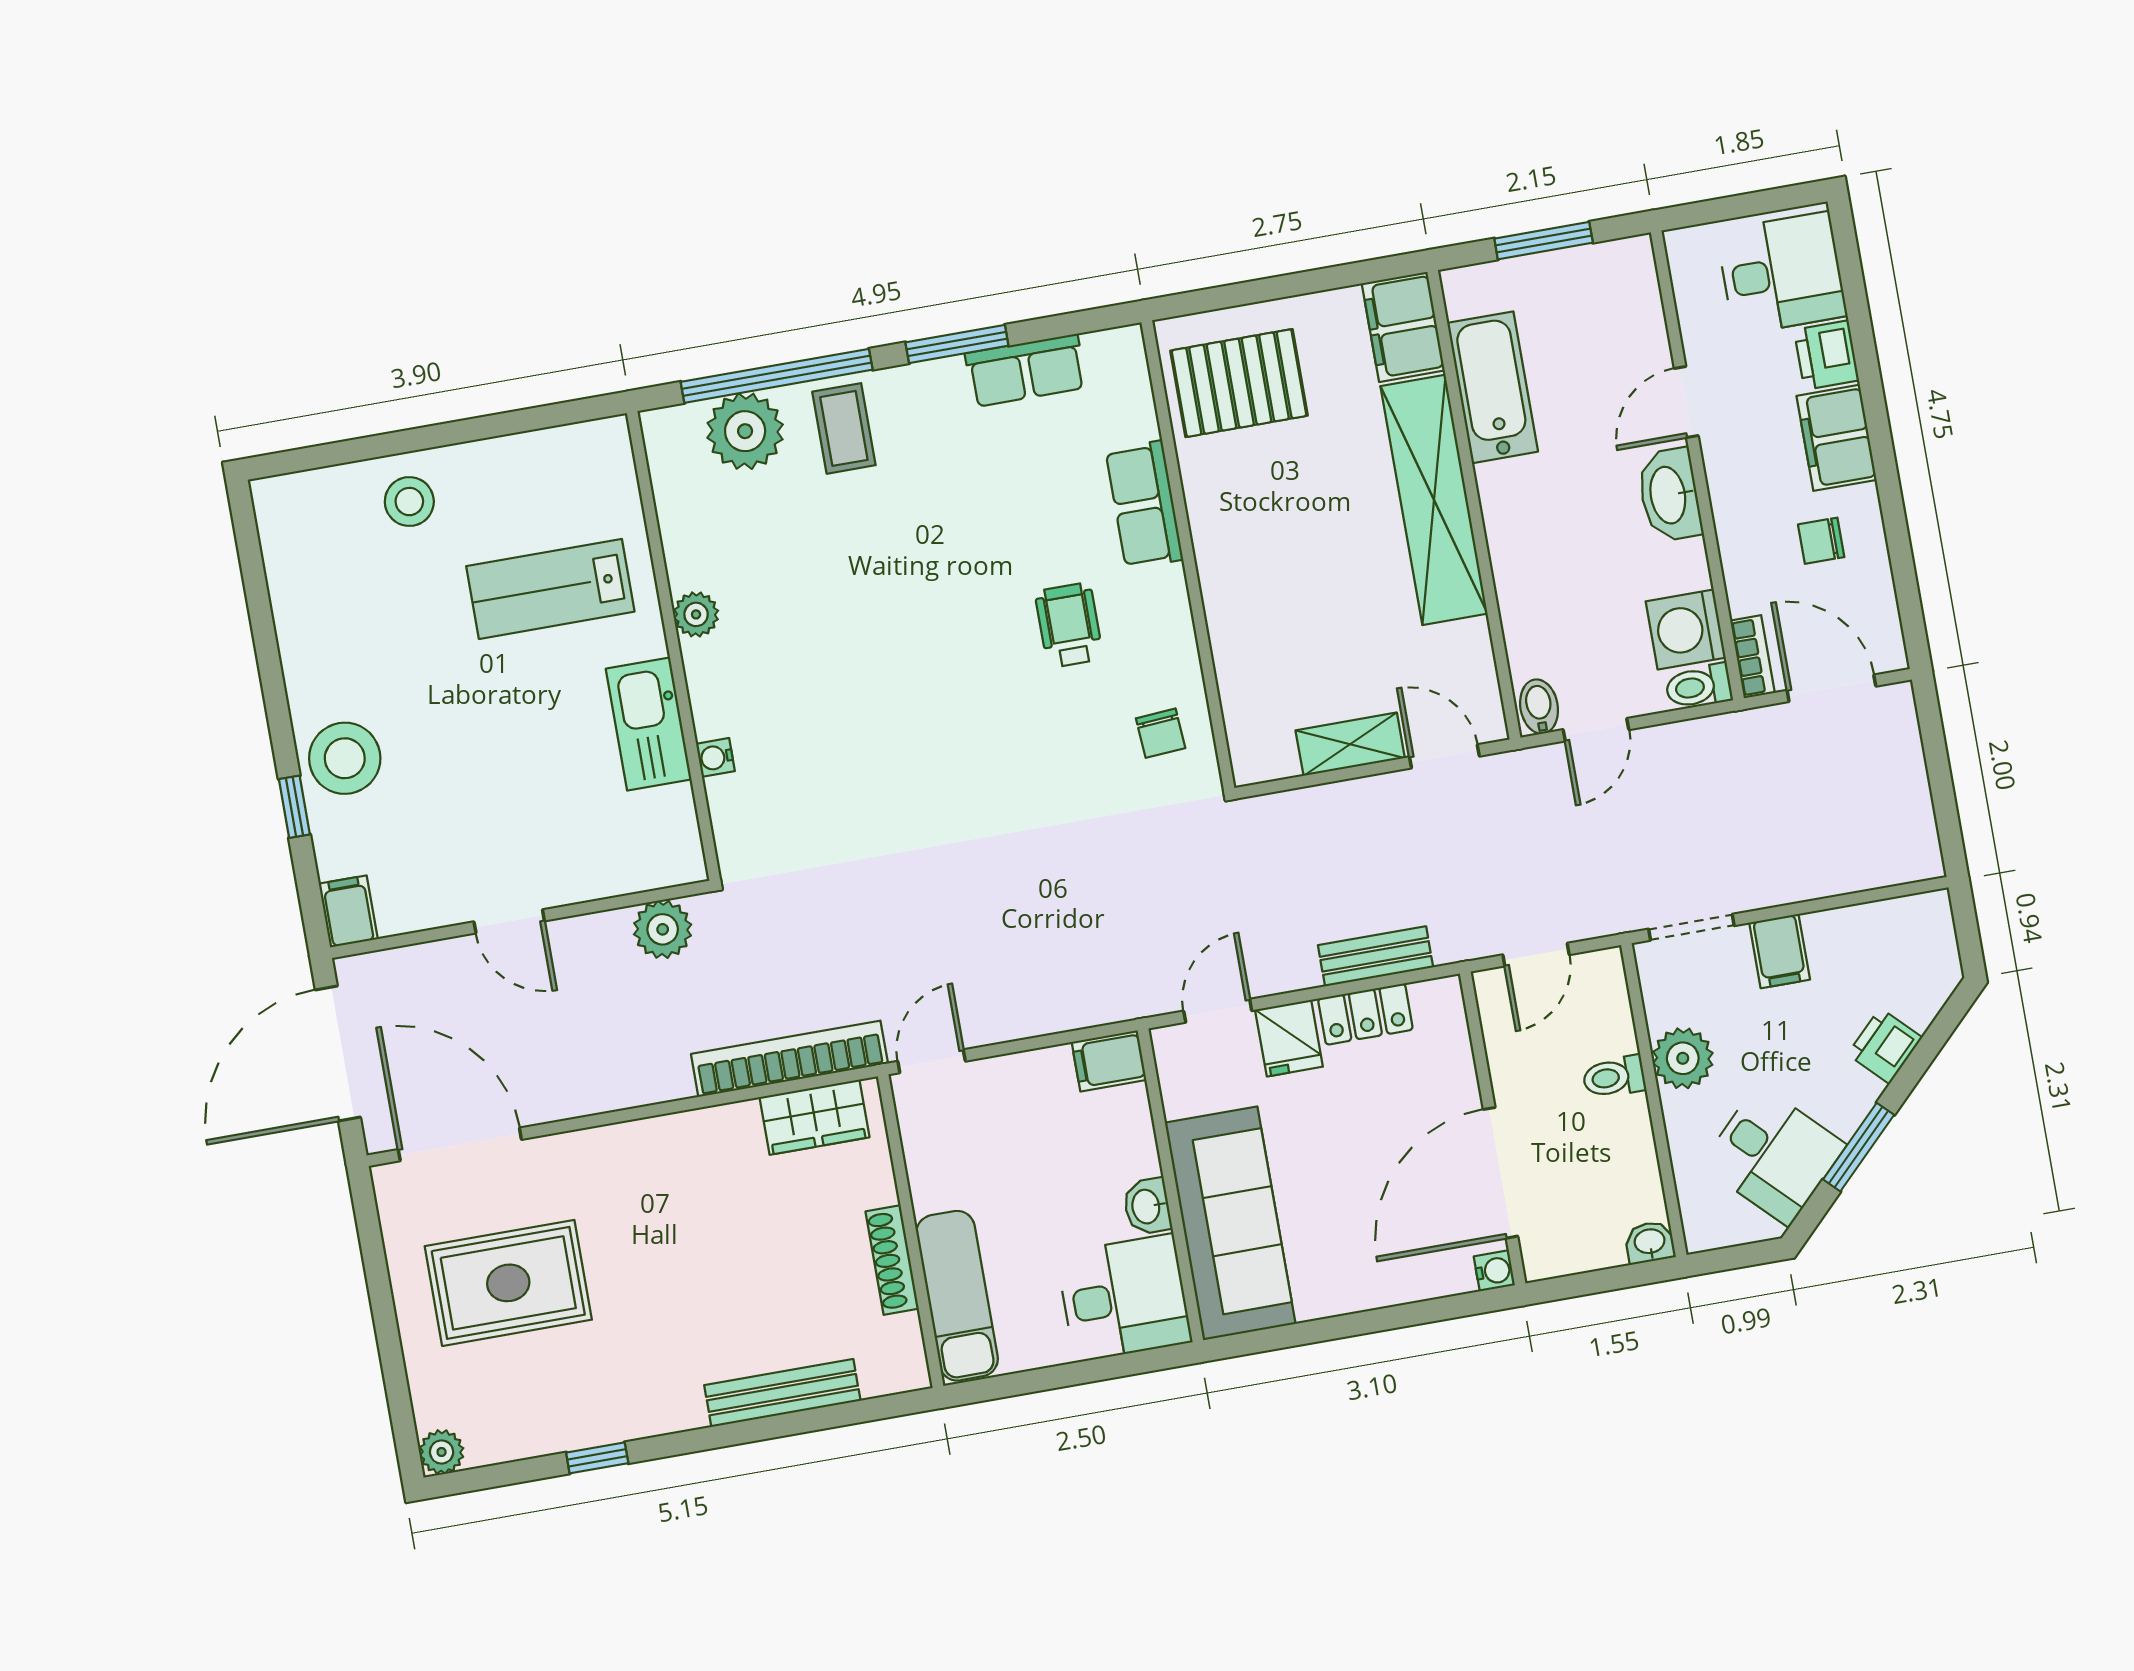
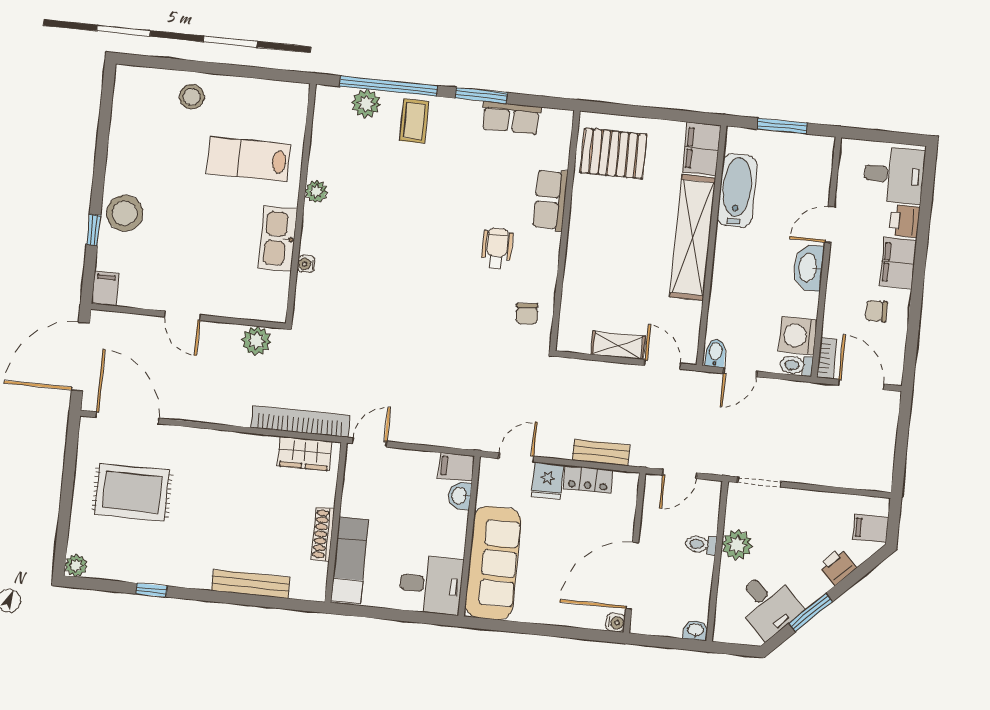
plant: (745, 431) -> (366, 104), width x0.73, depth x0.73
filing cabinet: (1780, 951) -> (870, 528), moved, turned 90
washbasin: (1147, 1206) -> (460, 496), moved

